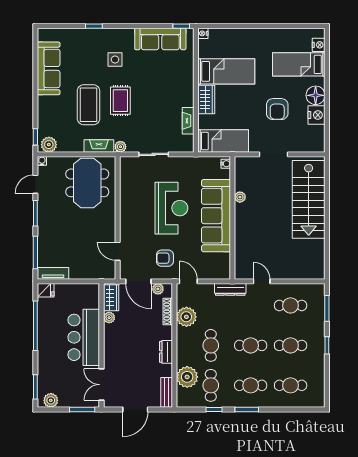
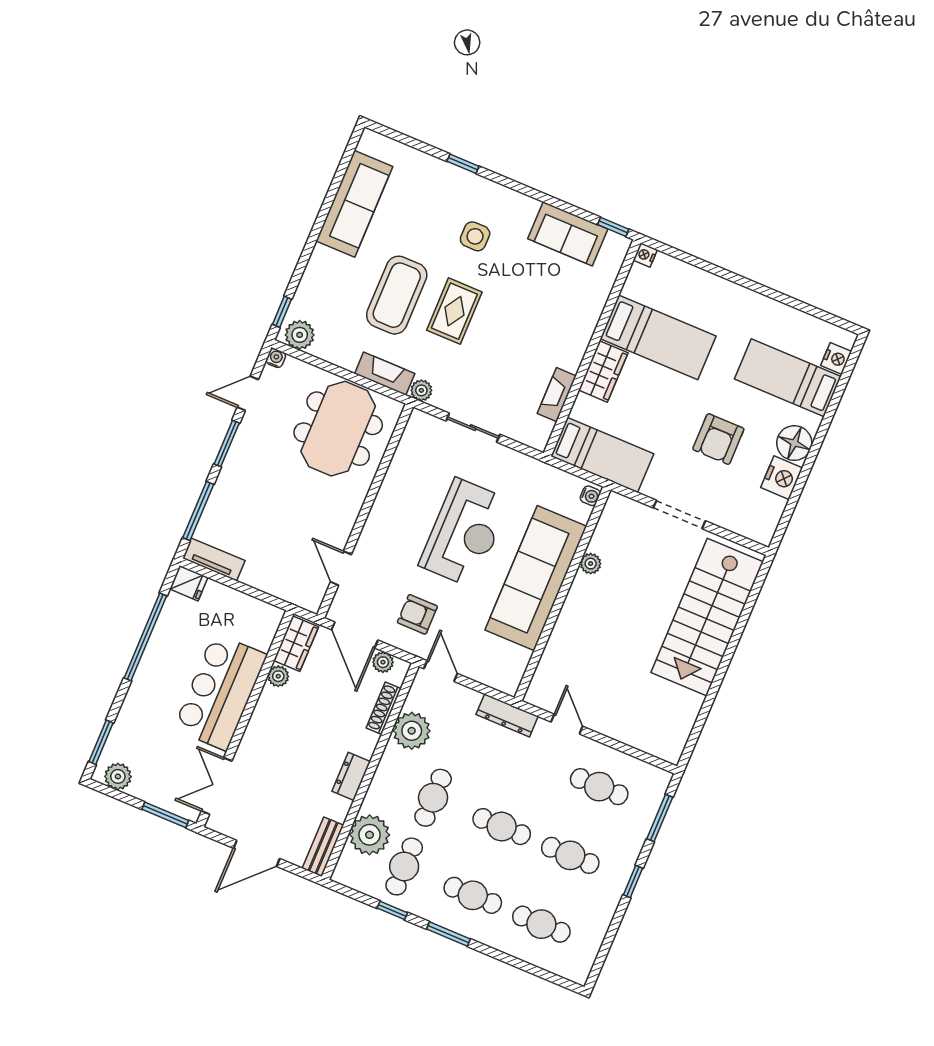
sofa: (160, 39) -> (568, 234), width x0.73

